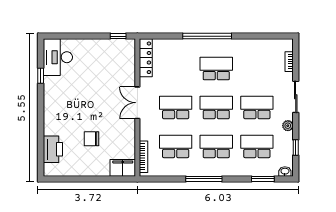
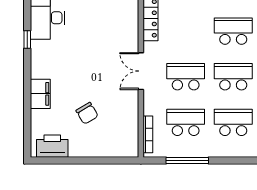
chair: (92, 139) -> (87, 113), turned -121
printer: (53, 149) -> (52, 146), moved, turned -90
filing cabinet: (123, 168) -> (40, 94), moved, turned 90
window: (204, 179) -> (187, 161), moved

